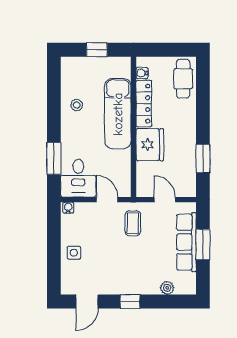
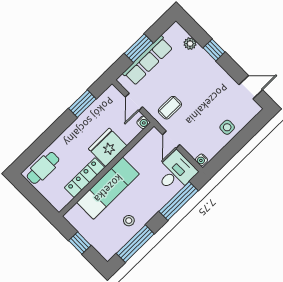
water cooler: (142, 73) -> (143, 122), moved
window: (54, 92) -> (135, 244), added
window: (54, 158) -> (178, 201), width x1.44
window: (130, 302) -> (214, 50), moved

